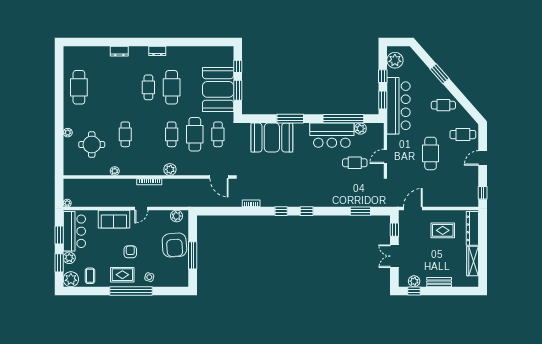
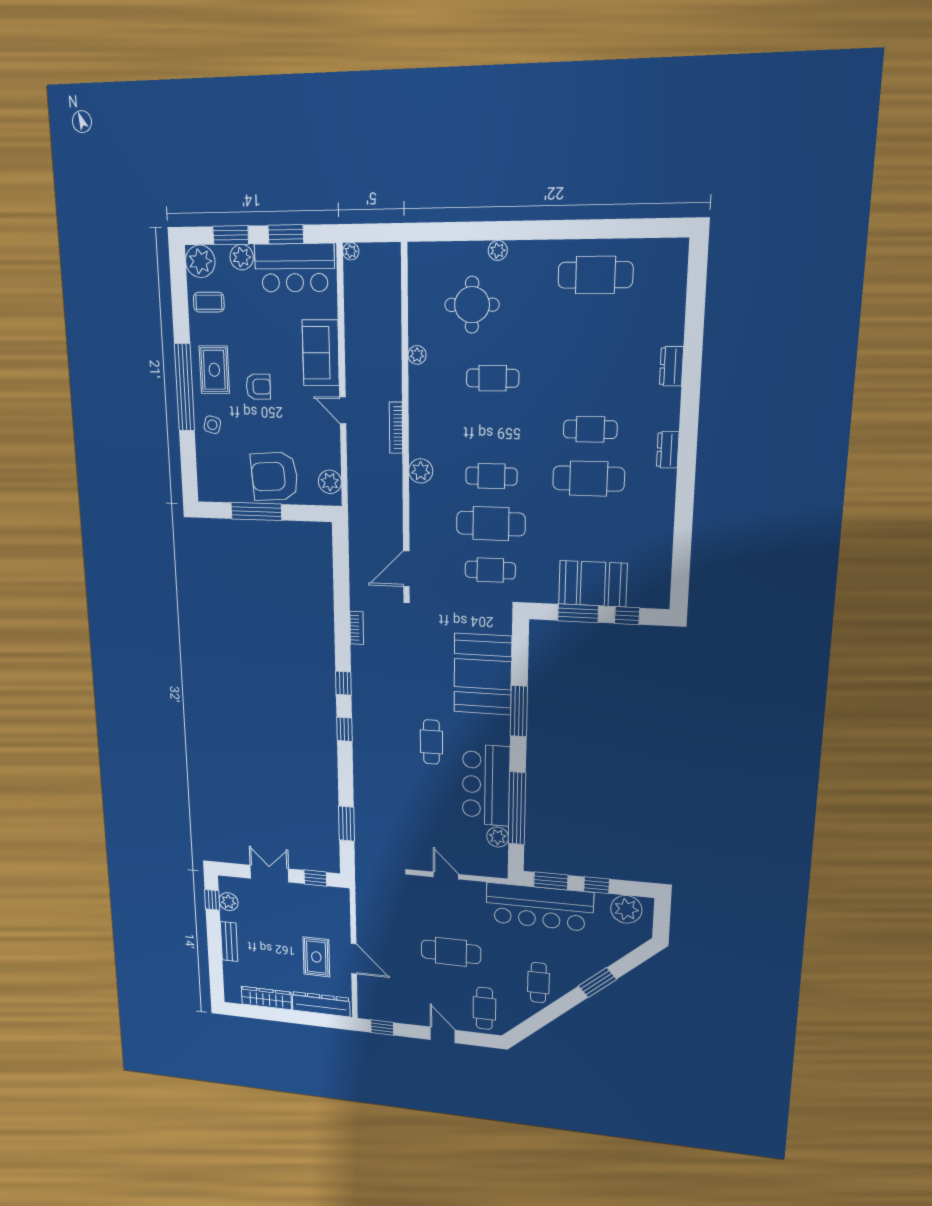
booth: (218, 89) -> (593, 584), width x0.73, depth x0.70
cafe table: (355, 163) -> (431, 742), moved
door: (413, 209) -> (354, 959), moved

